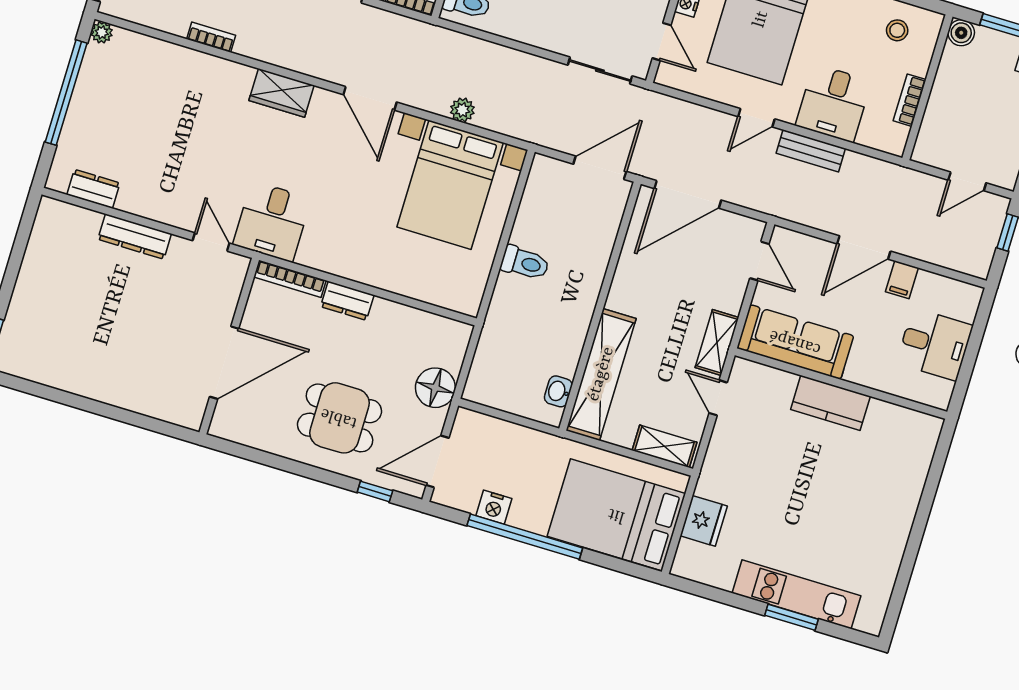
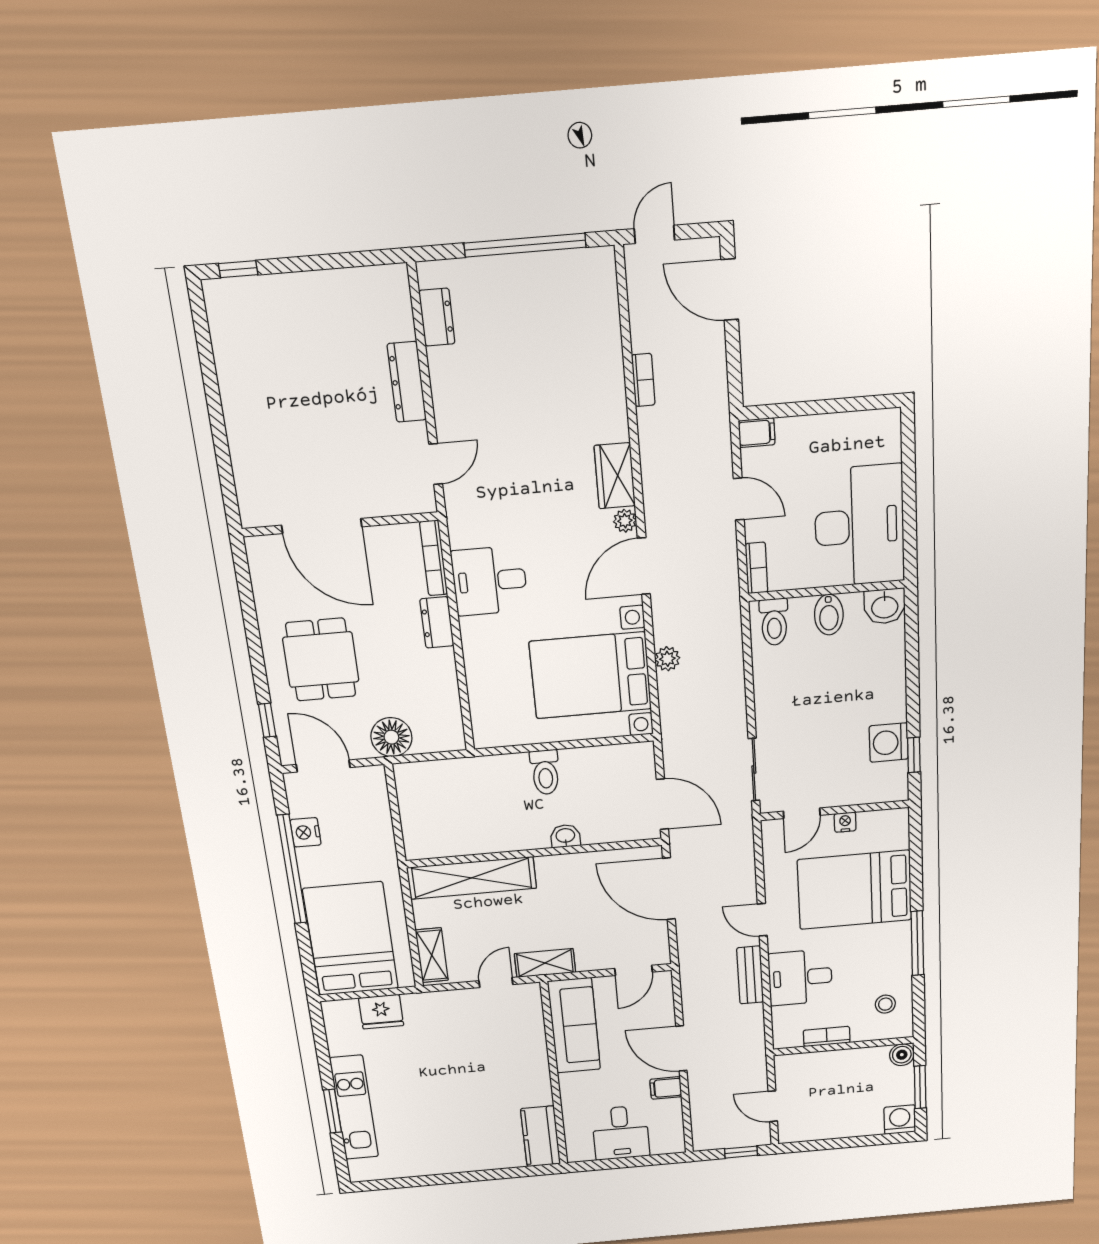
plant: (102, 32) -> (625, 521), moved
desk: (272, 221) -> (490, 581), moved
washbasin: (558, 391) -> (565, 836), moved
kitchen counter: (830, 403) -> (541, 1136), moved

